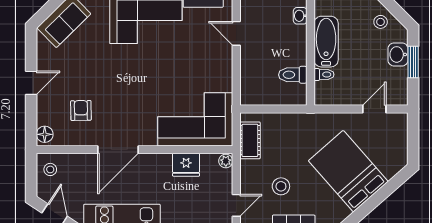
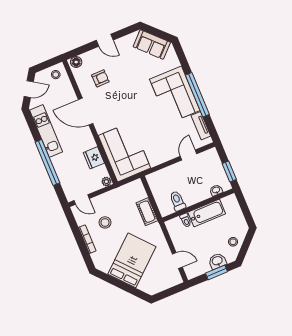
cot: (250, 140) -> (147, 212), moved, turned 90

